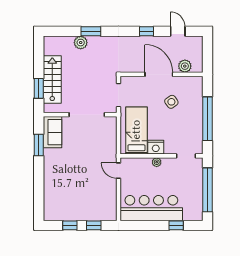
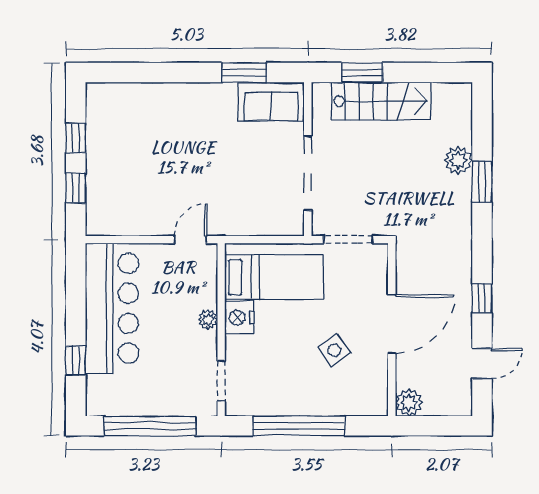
plant: (185, 66) -> (409, 403), moved

